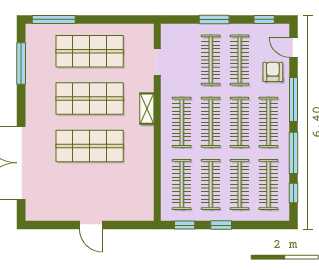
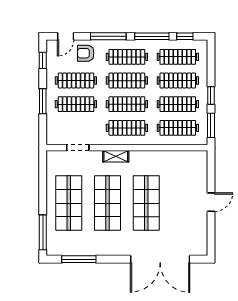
window: (185, 225) -> (211, 125), width x1.50

